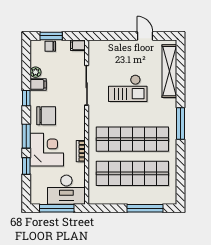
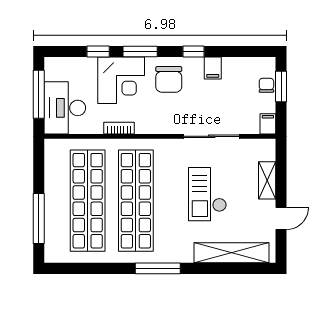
shelving: (118, 46) -> (267, 180), added
plant: (36, 72) -> (230, 64), removed

